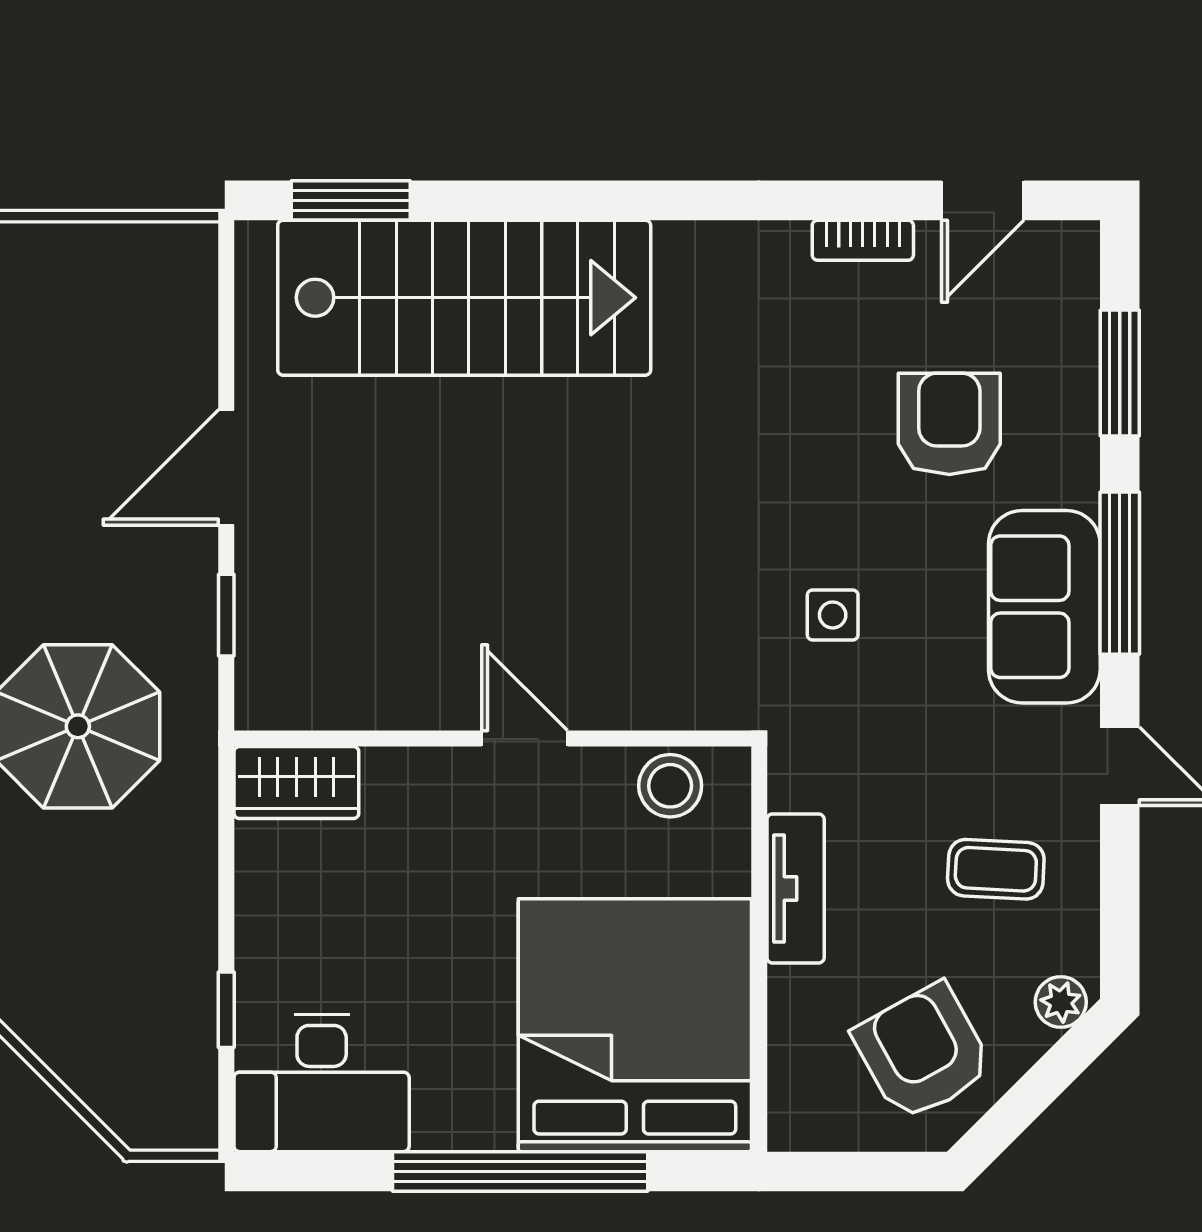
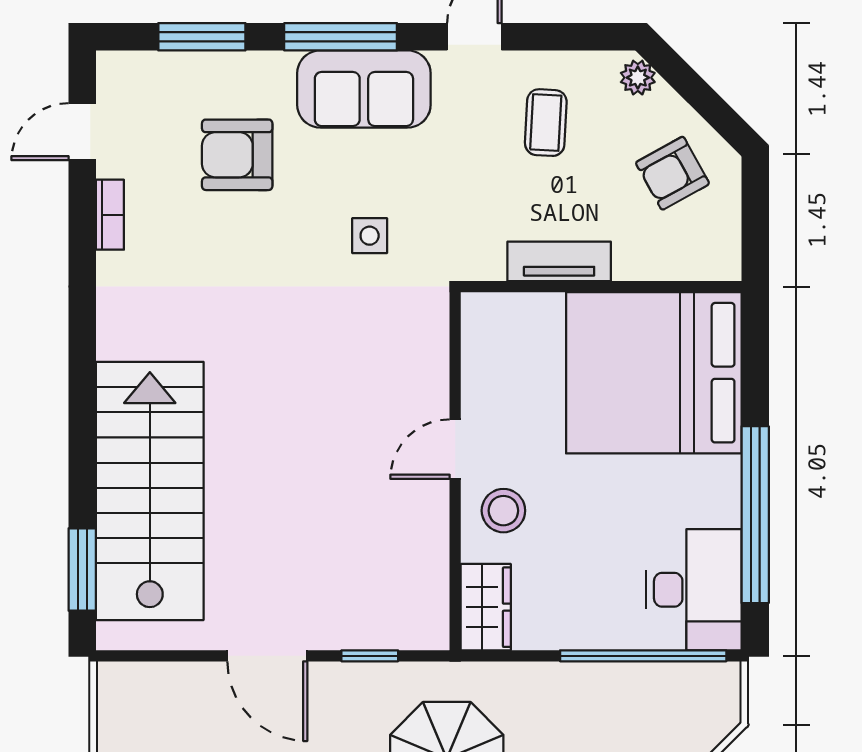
door: (983, 200) -> (82, 132), swing flipped
stool: (670, 786) -> (503, 511), moved
window: (226, 1010) -> (643, 656), width x3.17
armchair: (923, 1052) -> (672, 173), width x0.72, depth x0.72
window: (520, 1171) -> (755, 515), moved

